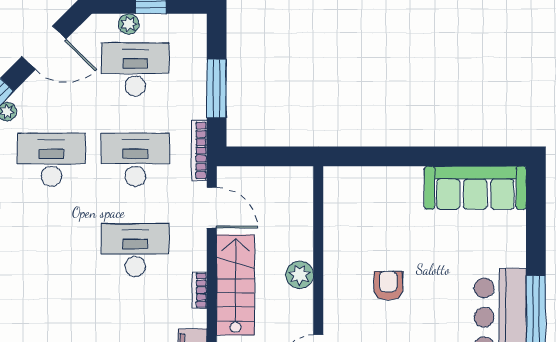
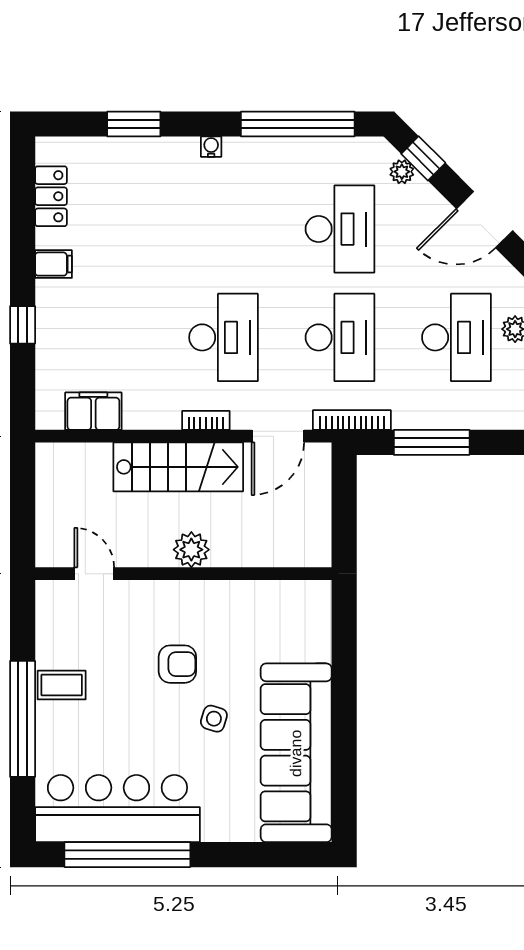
door: (44, 48) -> (485, 220), hinge flipped
sofa: (475, 188) -> (296, 753), width x1.36, depth x1.27
side table: (431, 257) -> (214, 719), added
bookcase: (200, 290) -> (206, 420), moved

